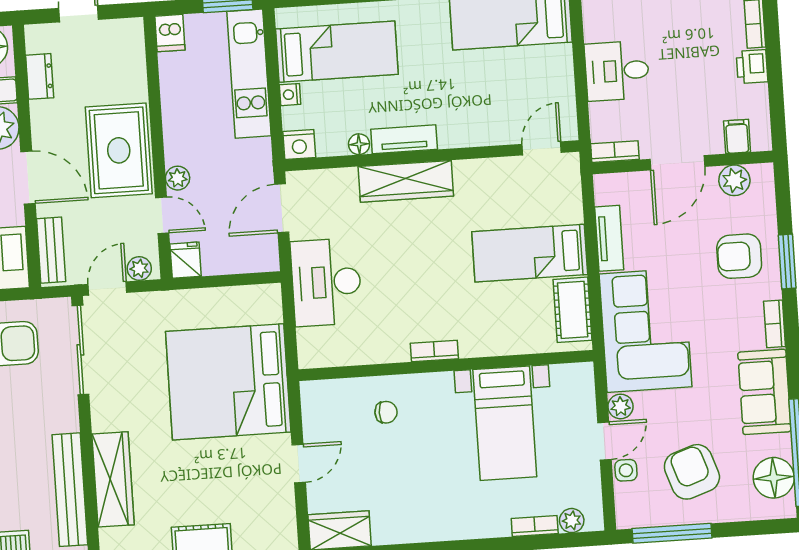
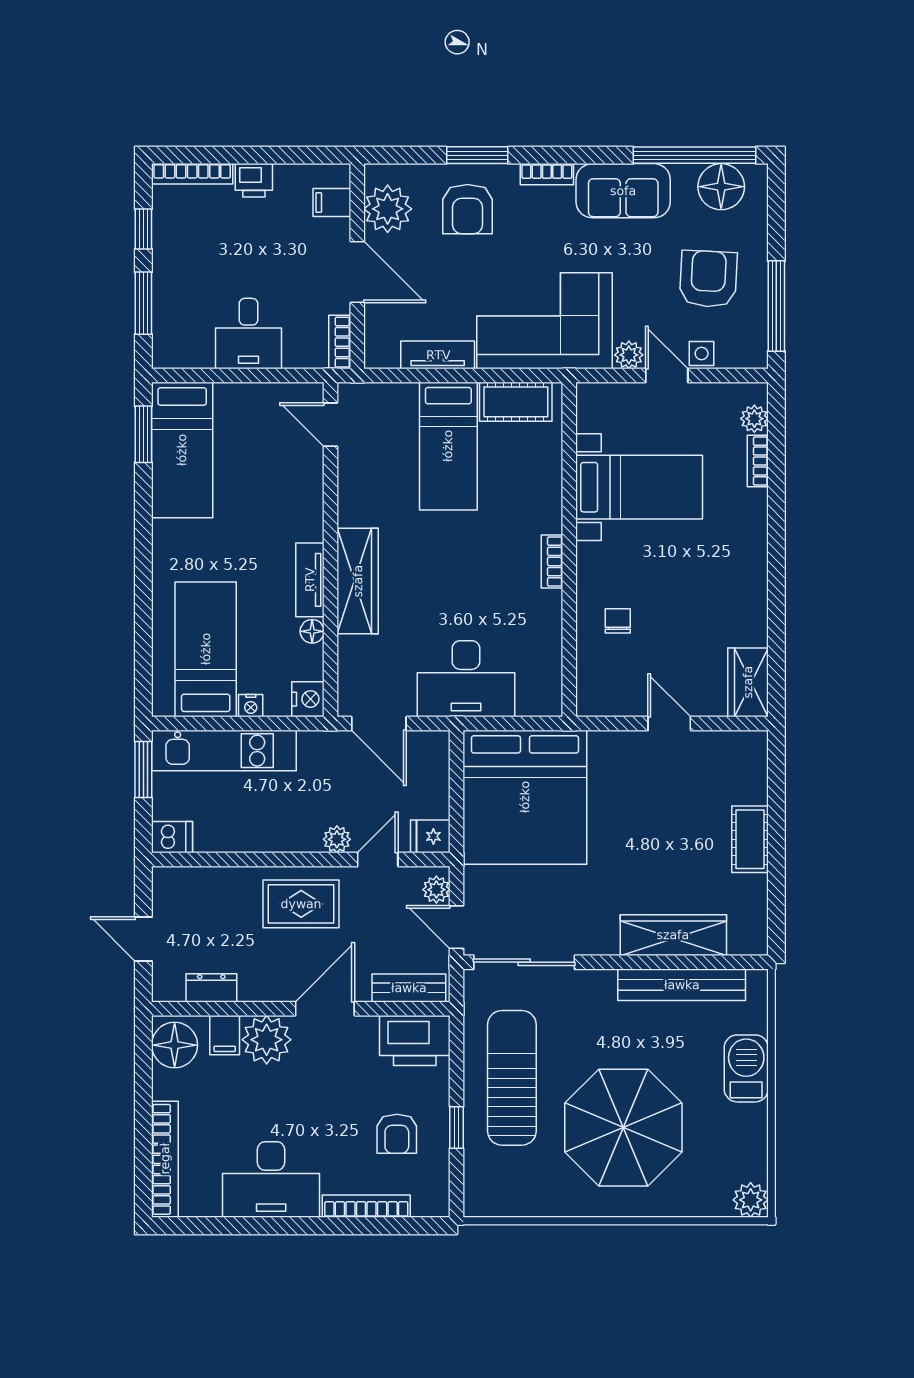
rug: (119, 150) -> (301, 904), width x0.73, depth x0.70
plant: (734, 180) -> (388, 209), width x1.36, depth x1.36
bed: (228, 382) -> (525, 797), moved
armchair: (692, 472) -> (708, 279), turned 112

